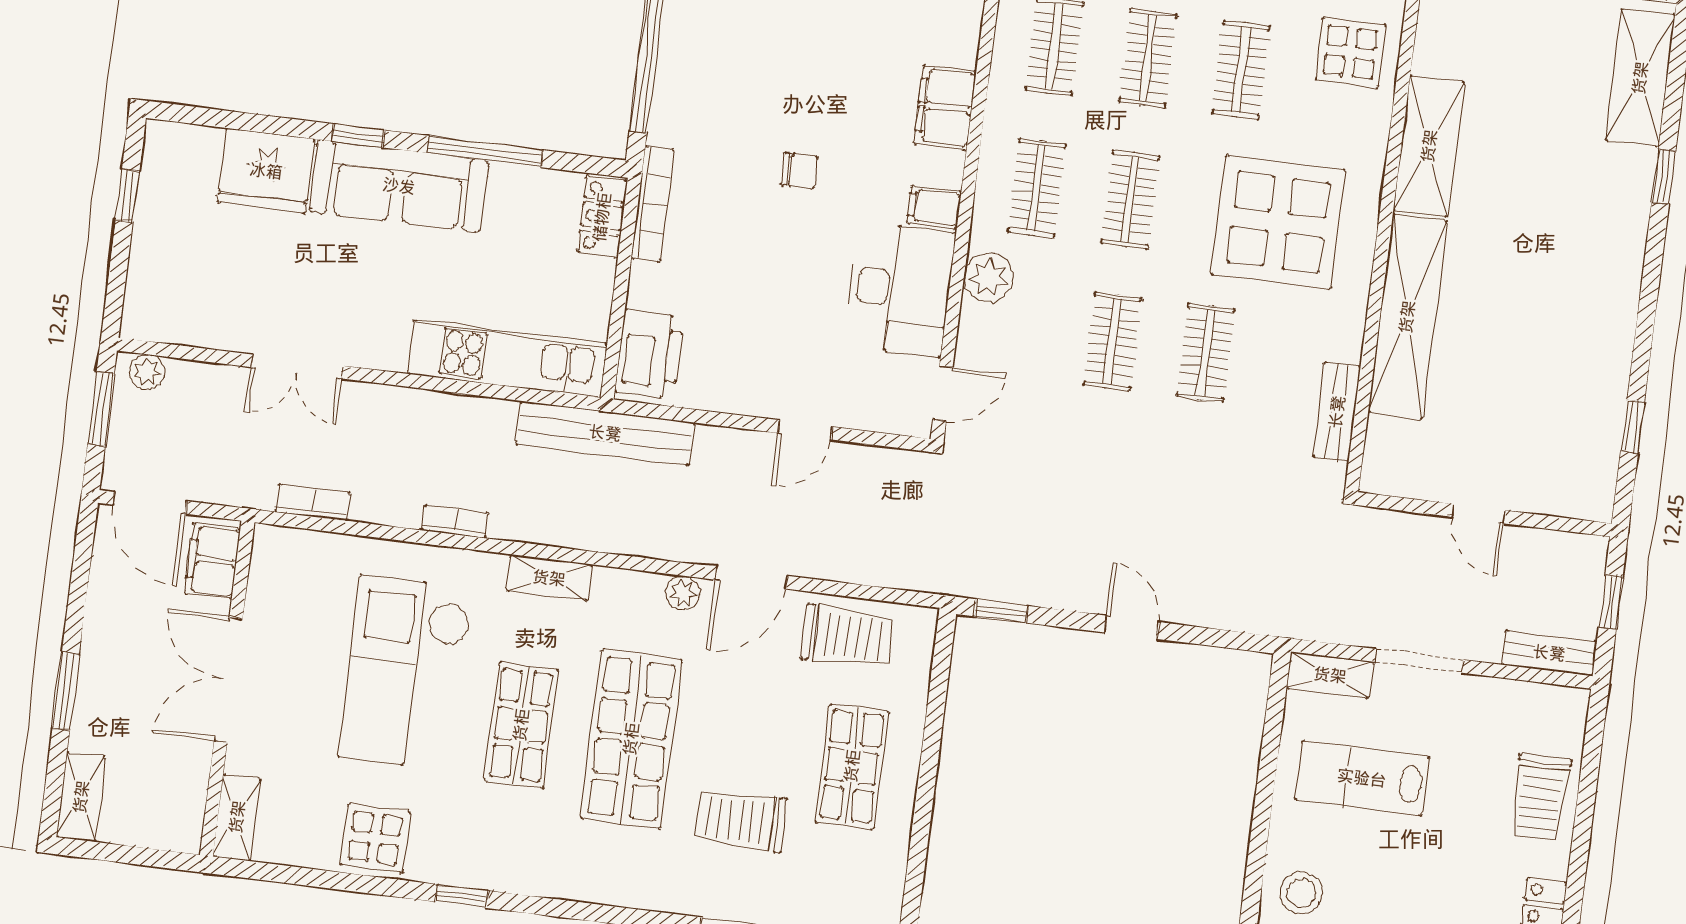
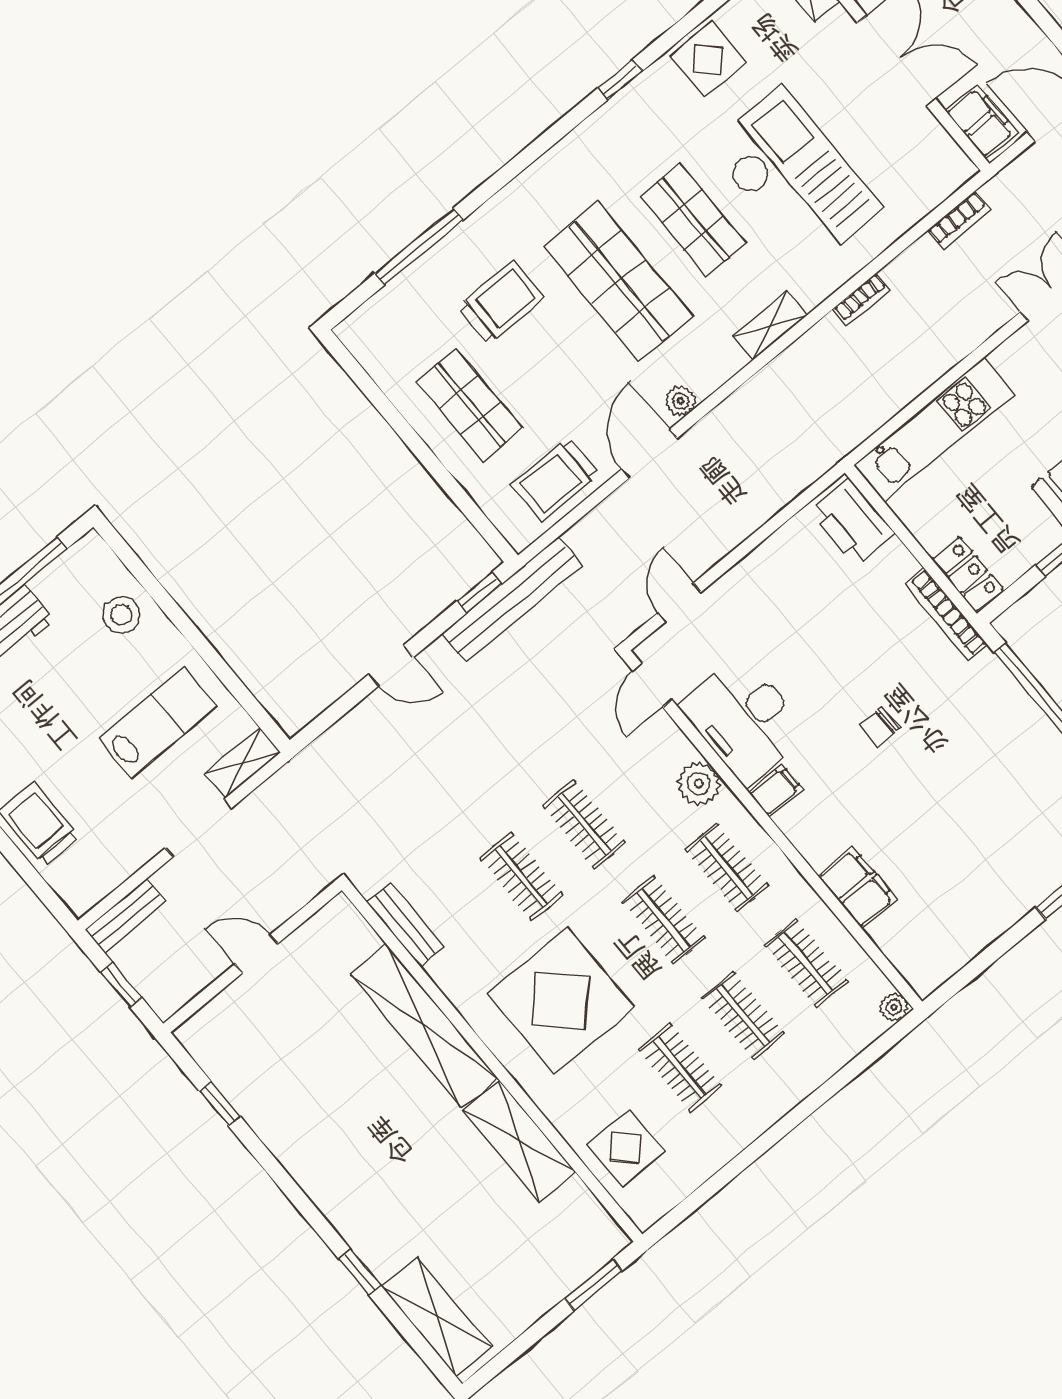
filing cabinet: (945, 108) -> (858, 887), moved
door: (805, 430) -> (679, 603), moved
bench: (605, 433) -> (512, 600), moved

